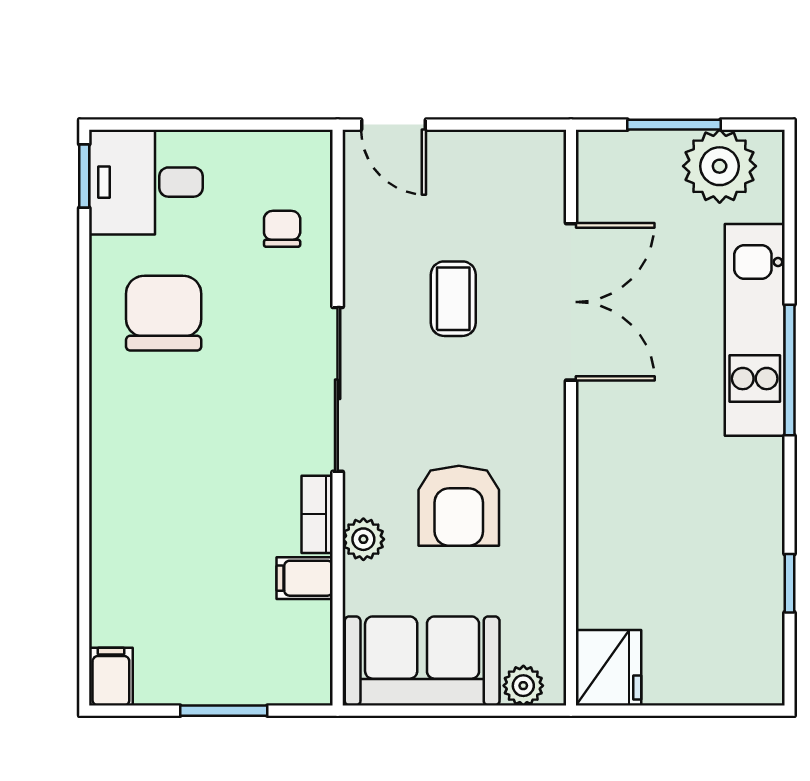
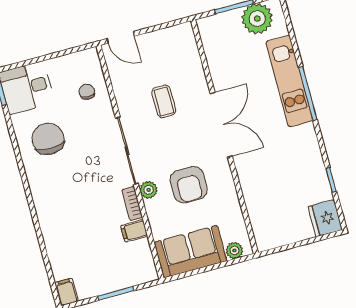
double door: (571, 302) -> (221, 125), moved
plant: (363, 539) -> (149, 190), moved
fridge: (609, 668) -> (325, 218), moved, turned 180

